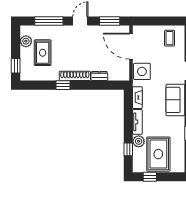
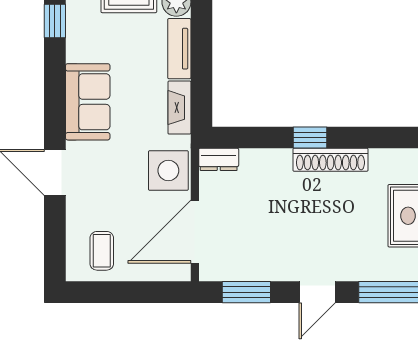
door: (131, 46) -> (195, 232), swing flipped
dresser: (99, 76) -> (219, 159), moved
window: (63, 85) -> (310, 138), moved

